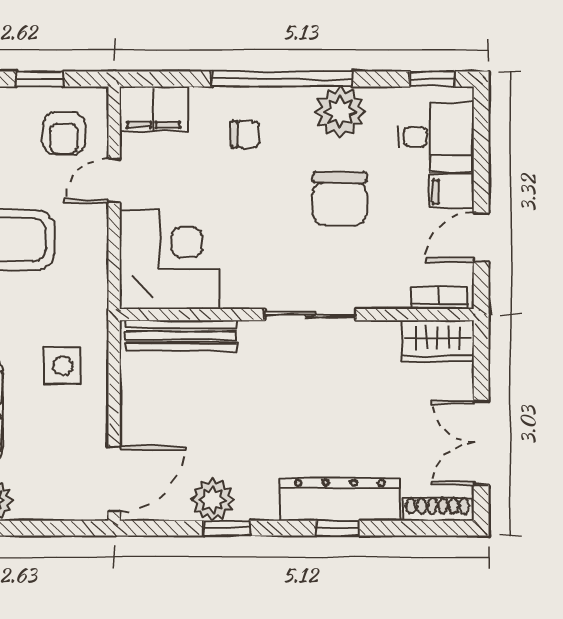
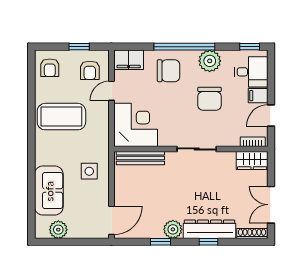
chair: (245, 134) -> (169, 71), width x1.87, depth x1.87
plant: (212, 500) -> (173, 229), moved

